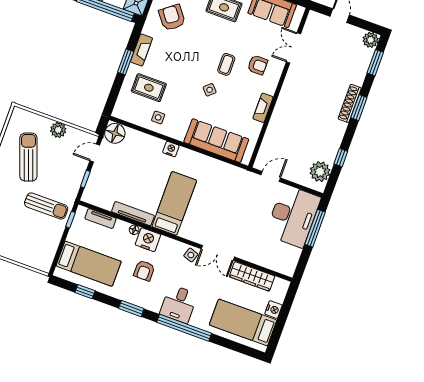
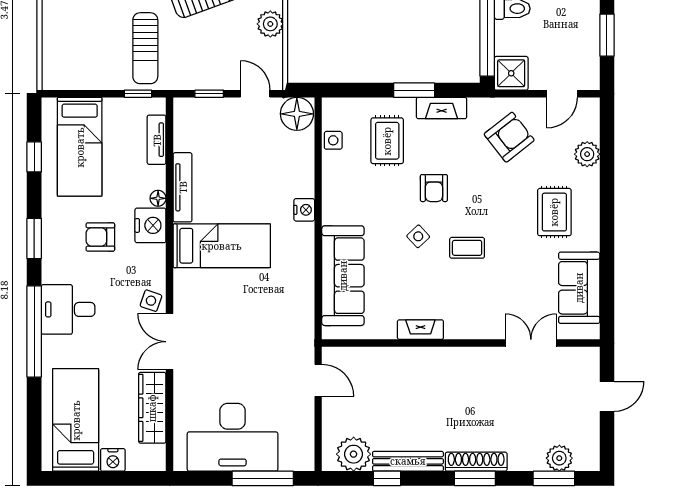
plant: (371, 40) -> (559, 458), moved
armchair: (258, 65) -> (434, 188), moved
side table: (158, 117) -> (333, 140), moved
bench: (335, 142) -> (408, 461), added
desk: (293, 216) -> (233, 437), moved

